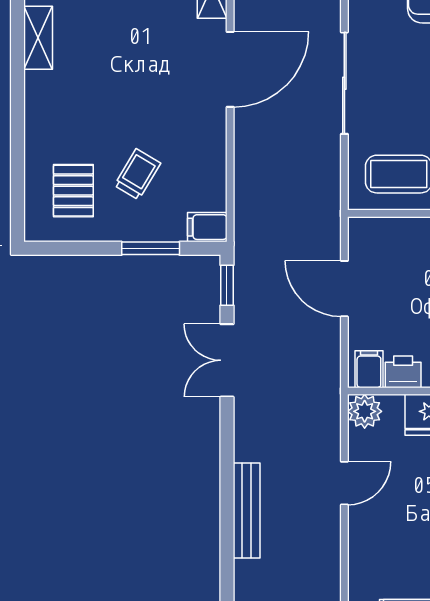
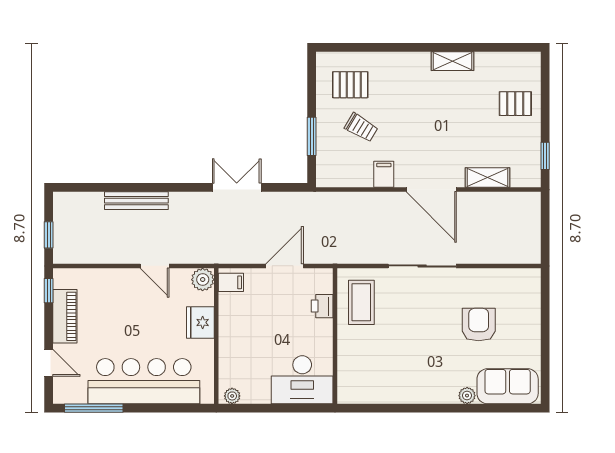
filing cabinet: (207, 227) -> (384, 174), moved
window: (227, 285) -> (287, 187), removed
printer: (403, 372) -> (322, 306), moved, turned 180

